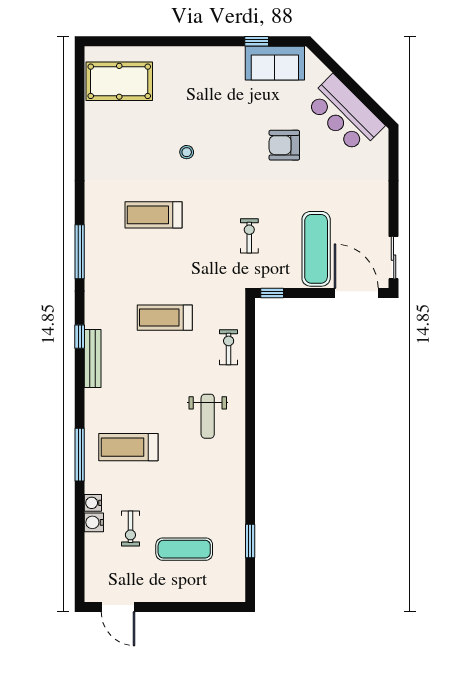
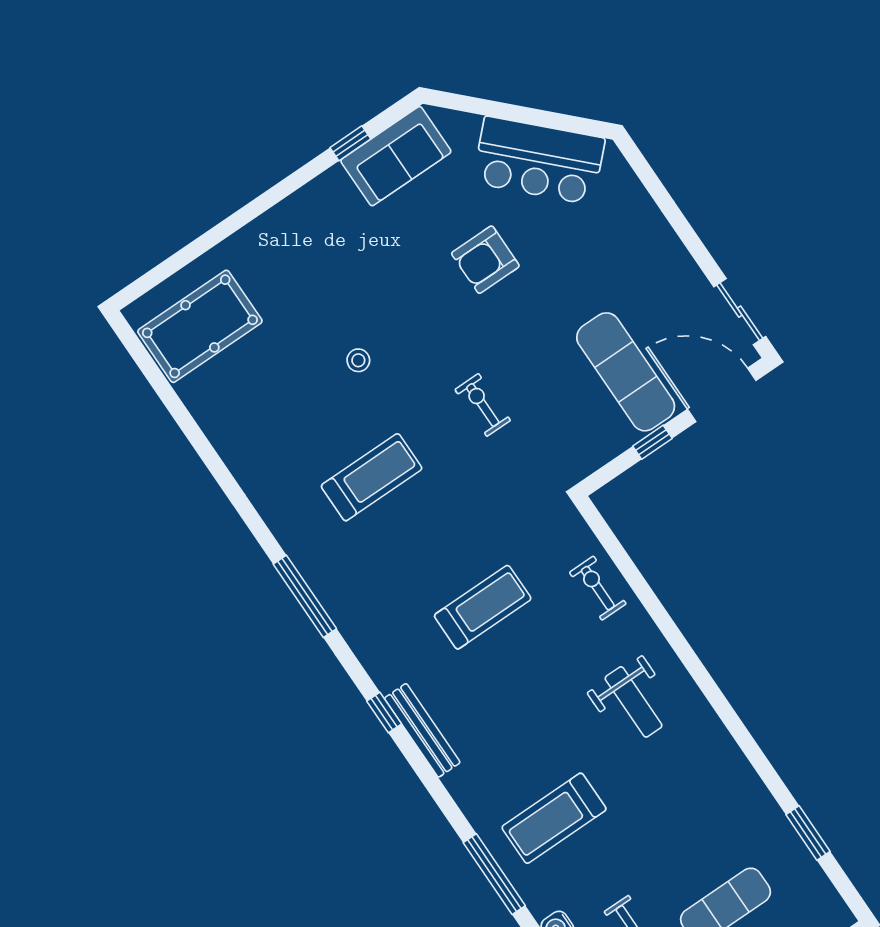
treadmill: (153, 215) -> (372, 477), turned 180
exercise bike: (249, 236) -> (483, 405), moved
window: (272, 293) -> (652, 442), moved
treadmill: (165, 318) -> (483, 607), turned 180

